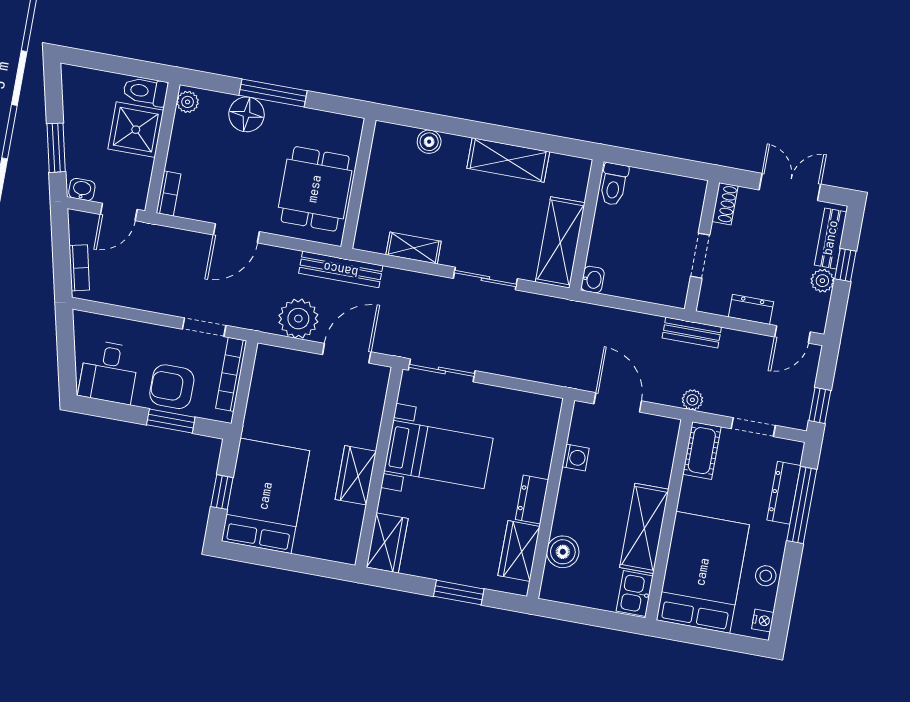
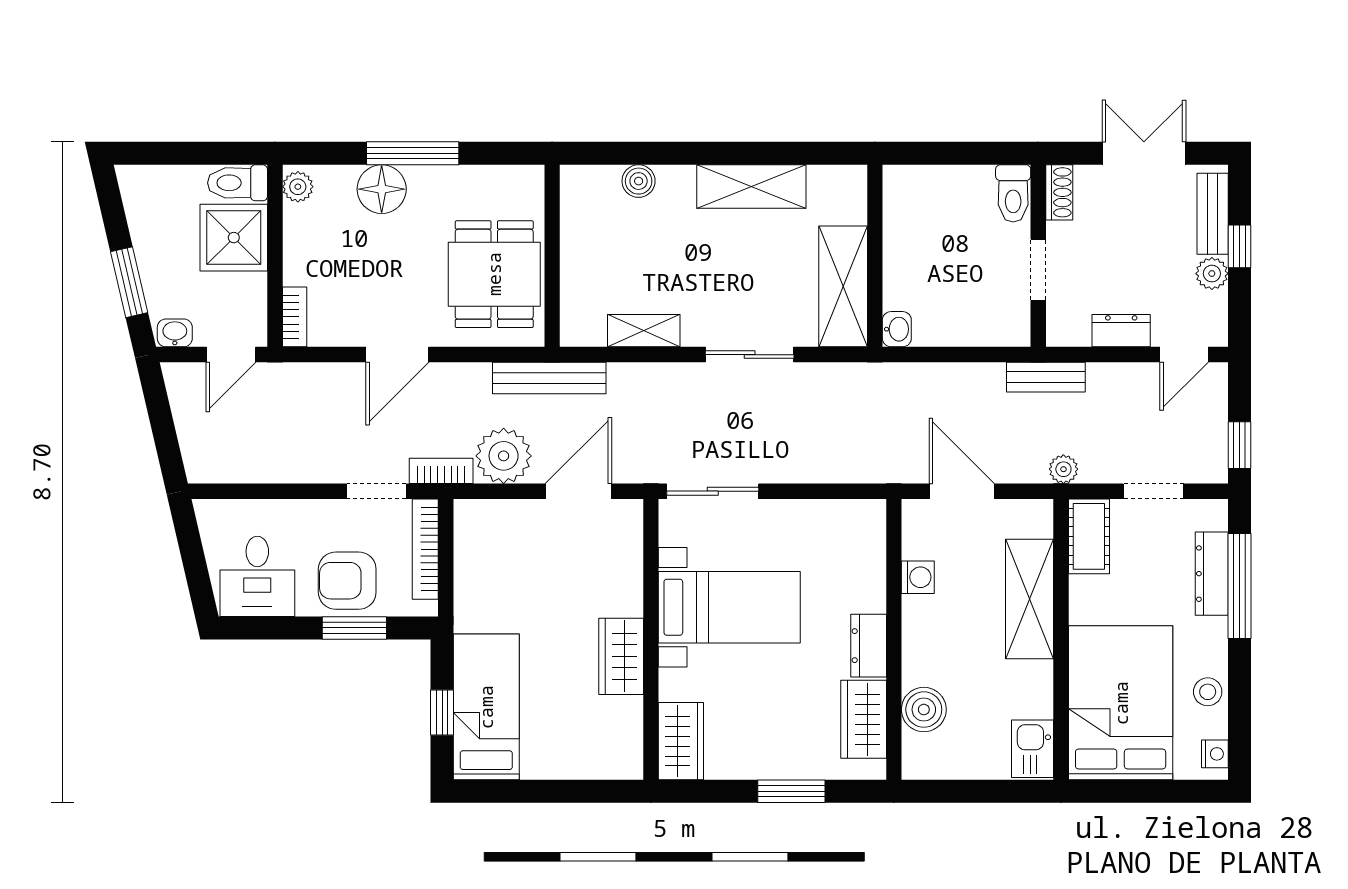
toilet: (614, 184) -> (1013, 193), moved
bookcase: (79, 268) -> (441, 471), moved, turned -77
bed: (266, 496) -> (486, 707), width x0.67
shelving: (644, 528) -> (1029, 599), moved

